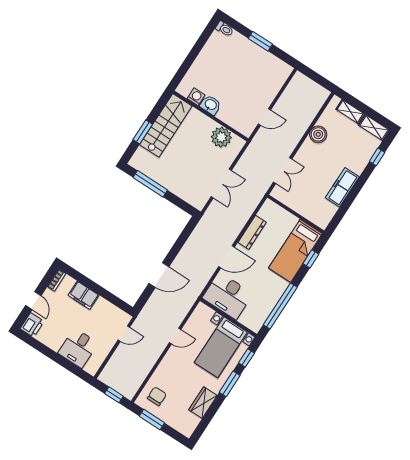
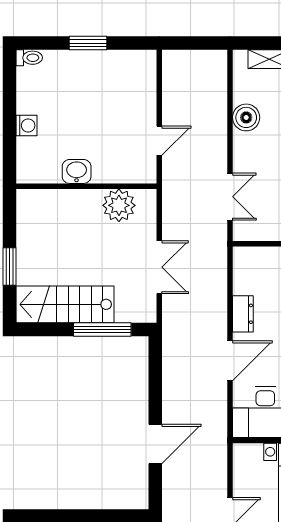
washing machine: (196, 97) -> (26, 125), moved, turned 90
stairs: (166, 125) -> (65, 304), moved, turned -90
window: (150, 184) -> (102, 329), moved
dresser: (252, 232) -> (243, 314), width x0.70

